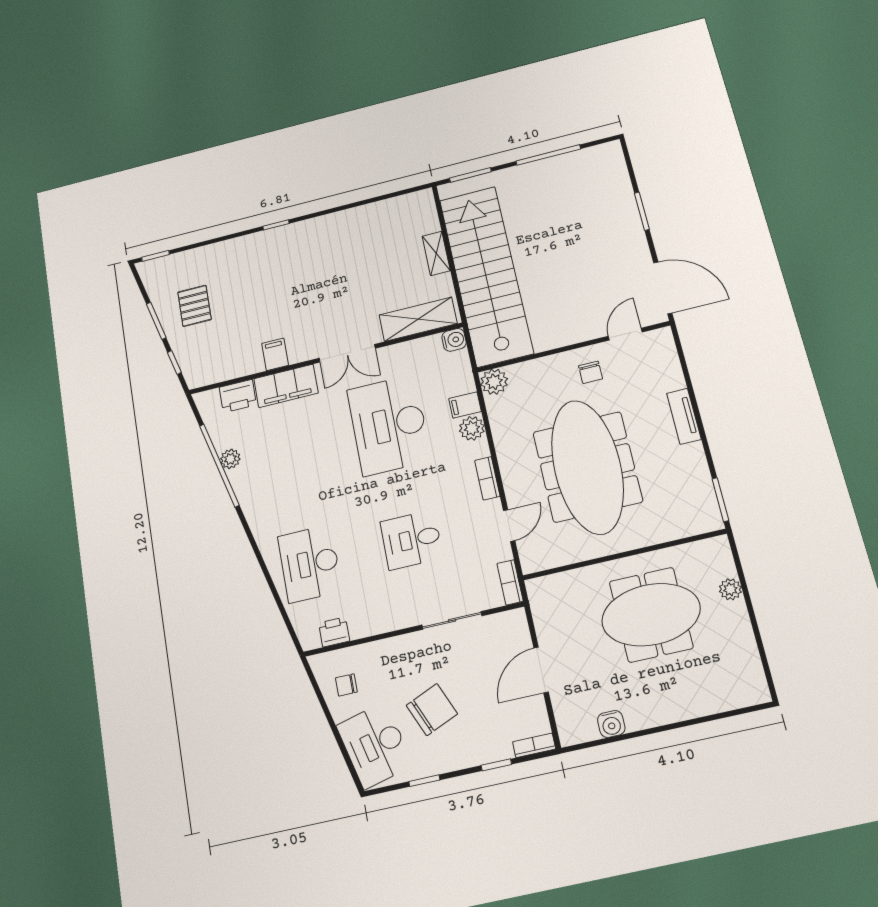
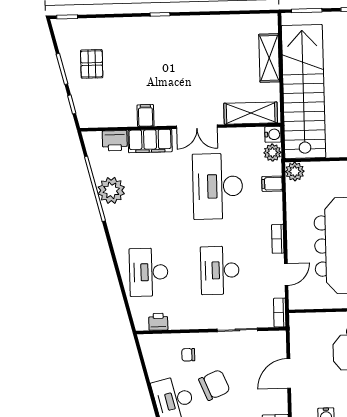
shelving: (436, 253) -> (269, 58), width x1.50, depth x1.33
plant: (472, 428) -> (272, 153), moved
plant: (230, 459) -> (111, 190), width x1.87, depth x1.87
desk: (412, 540) -> (220, 270), width x1.37
chair: (346, 685) -> (188, 355), moved

